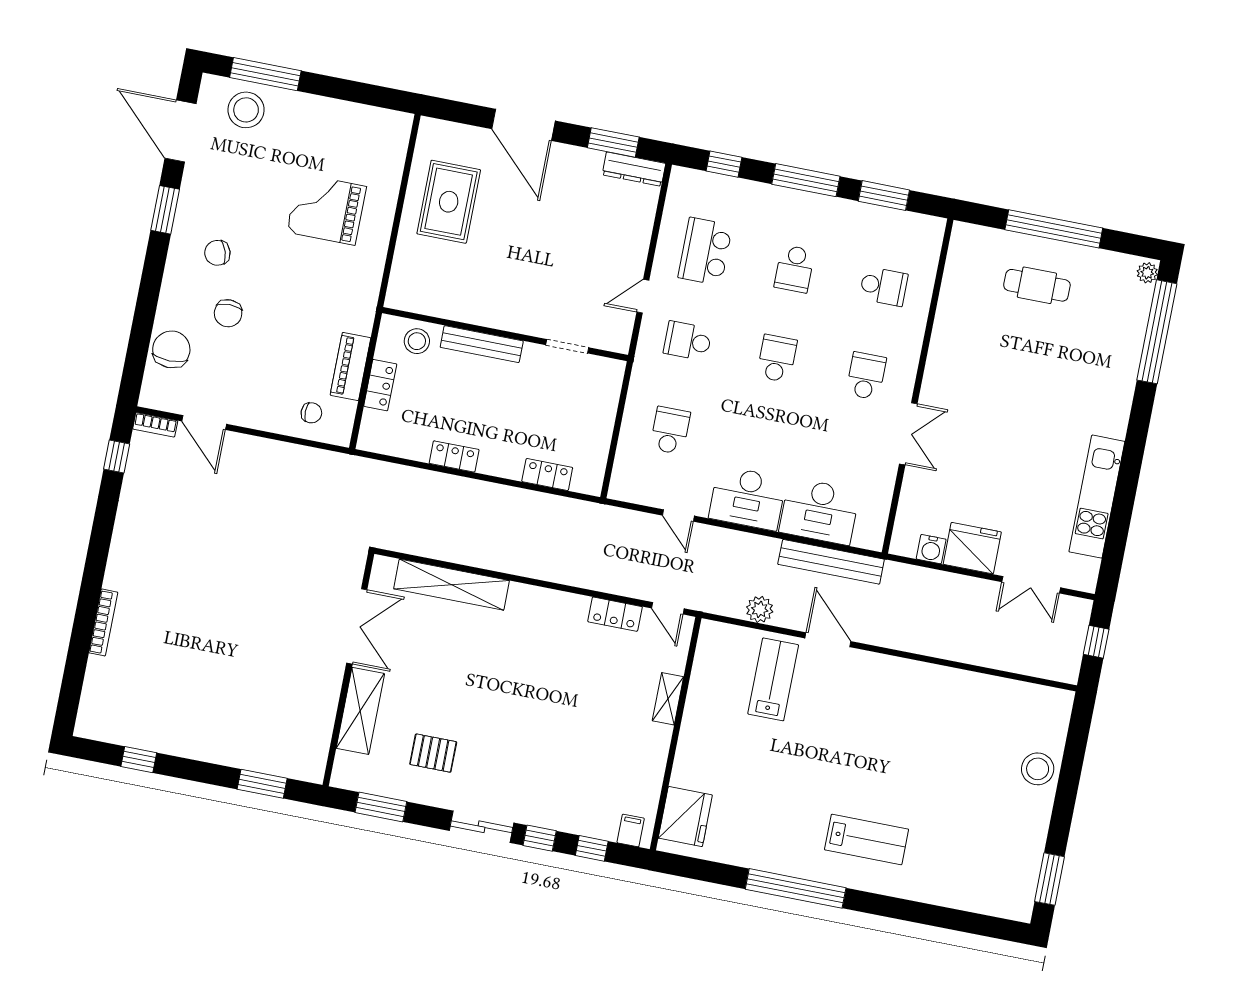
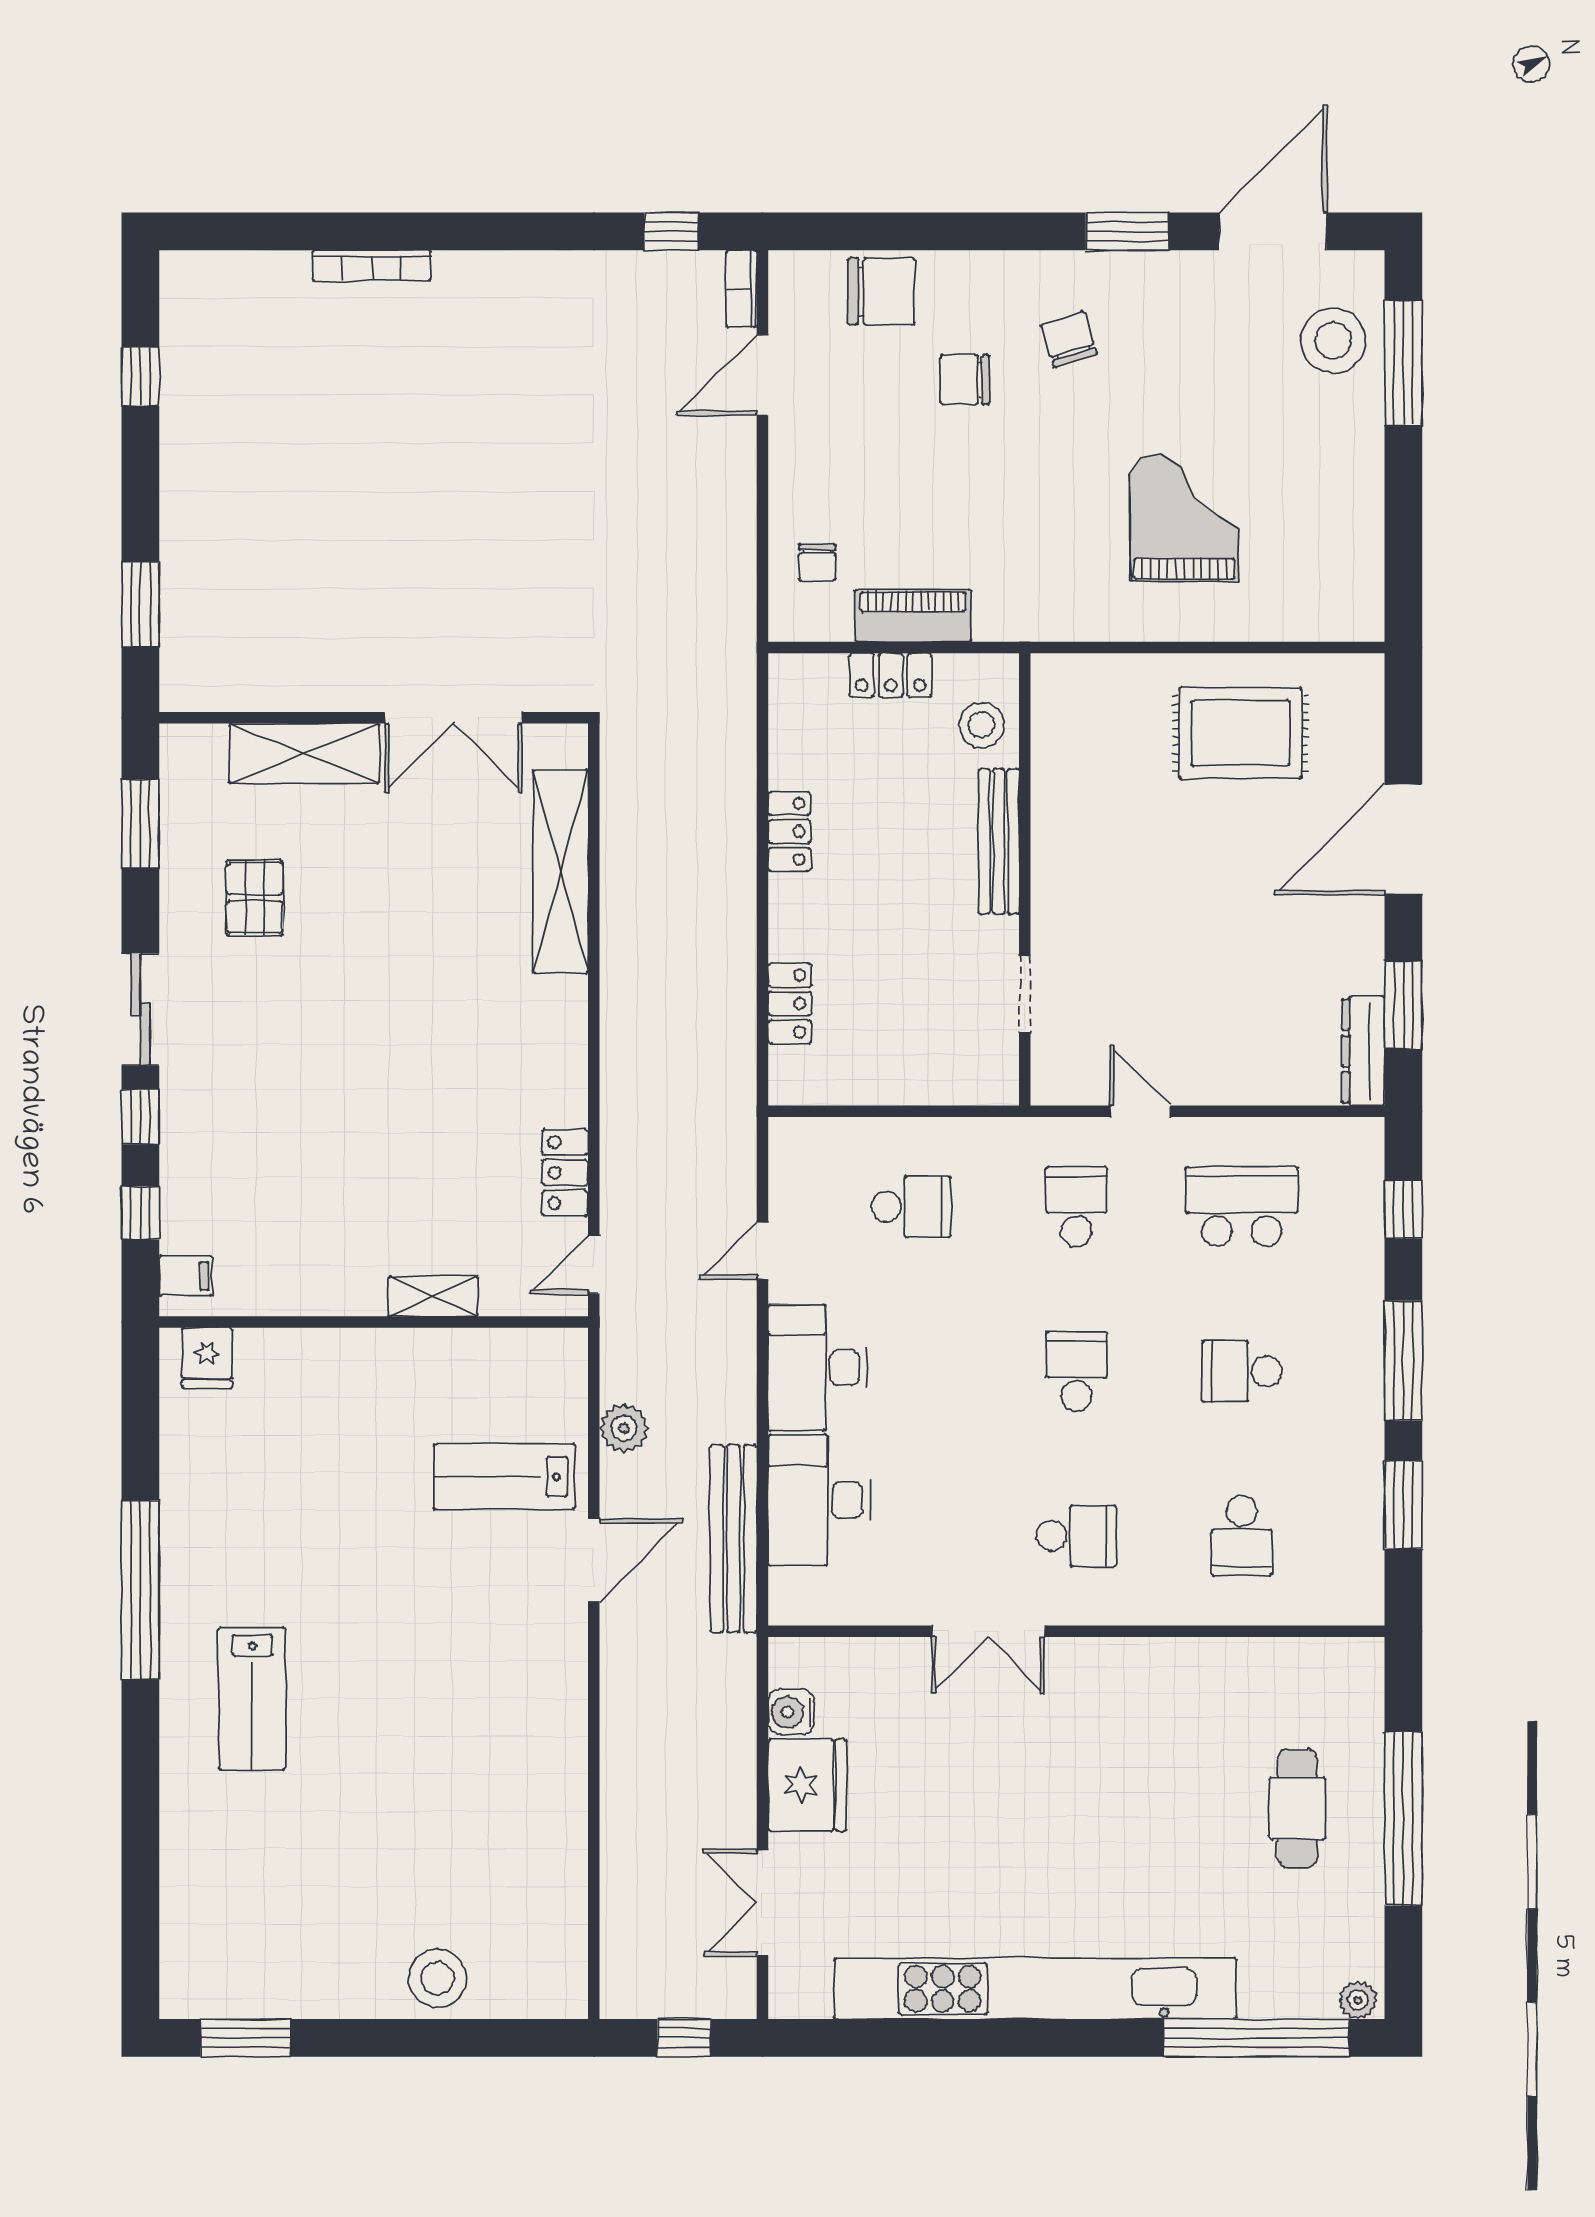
school desk: (777, 358) -> (1076, 1371), turned -90
kitchen unit: (1097, 497) -> (1035, 1989), width x1.86
lab bench: (773, 679) -> (504, 1477), turned 180
fridge: (685, 817) -> (207, 1358), width x0.53, depth x0.75

